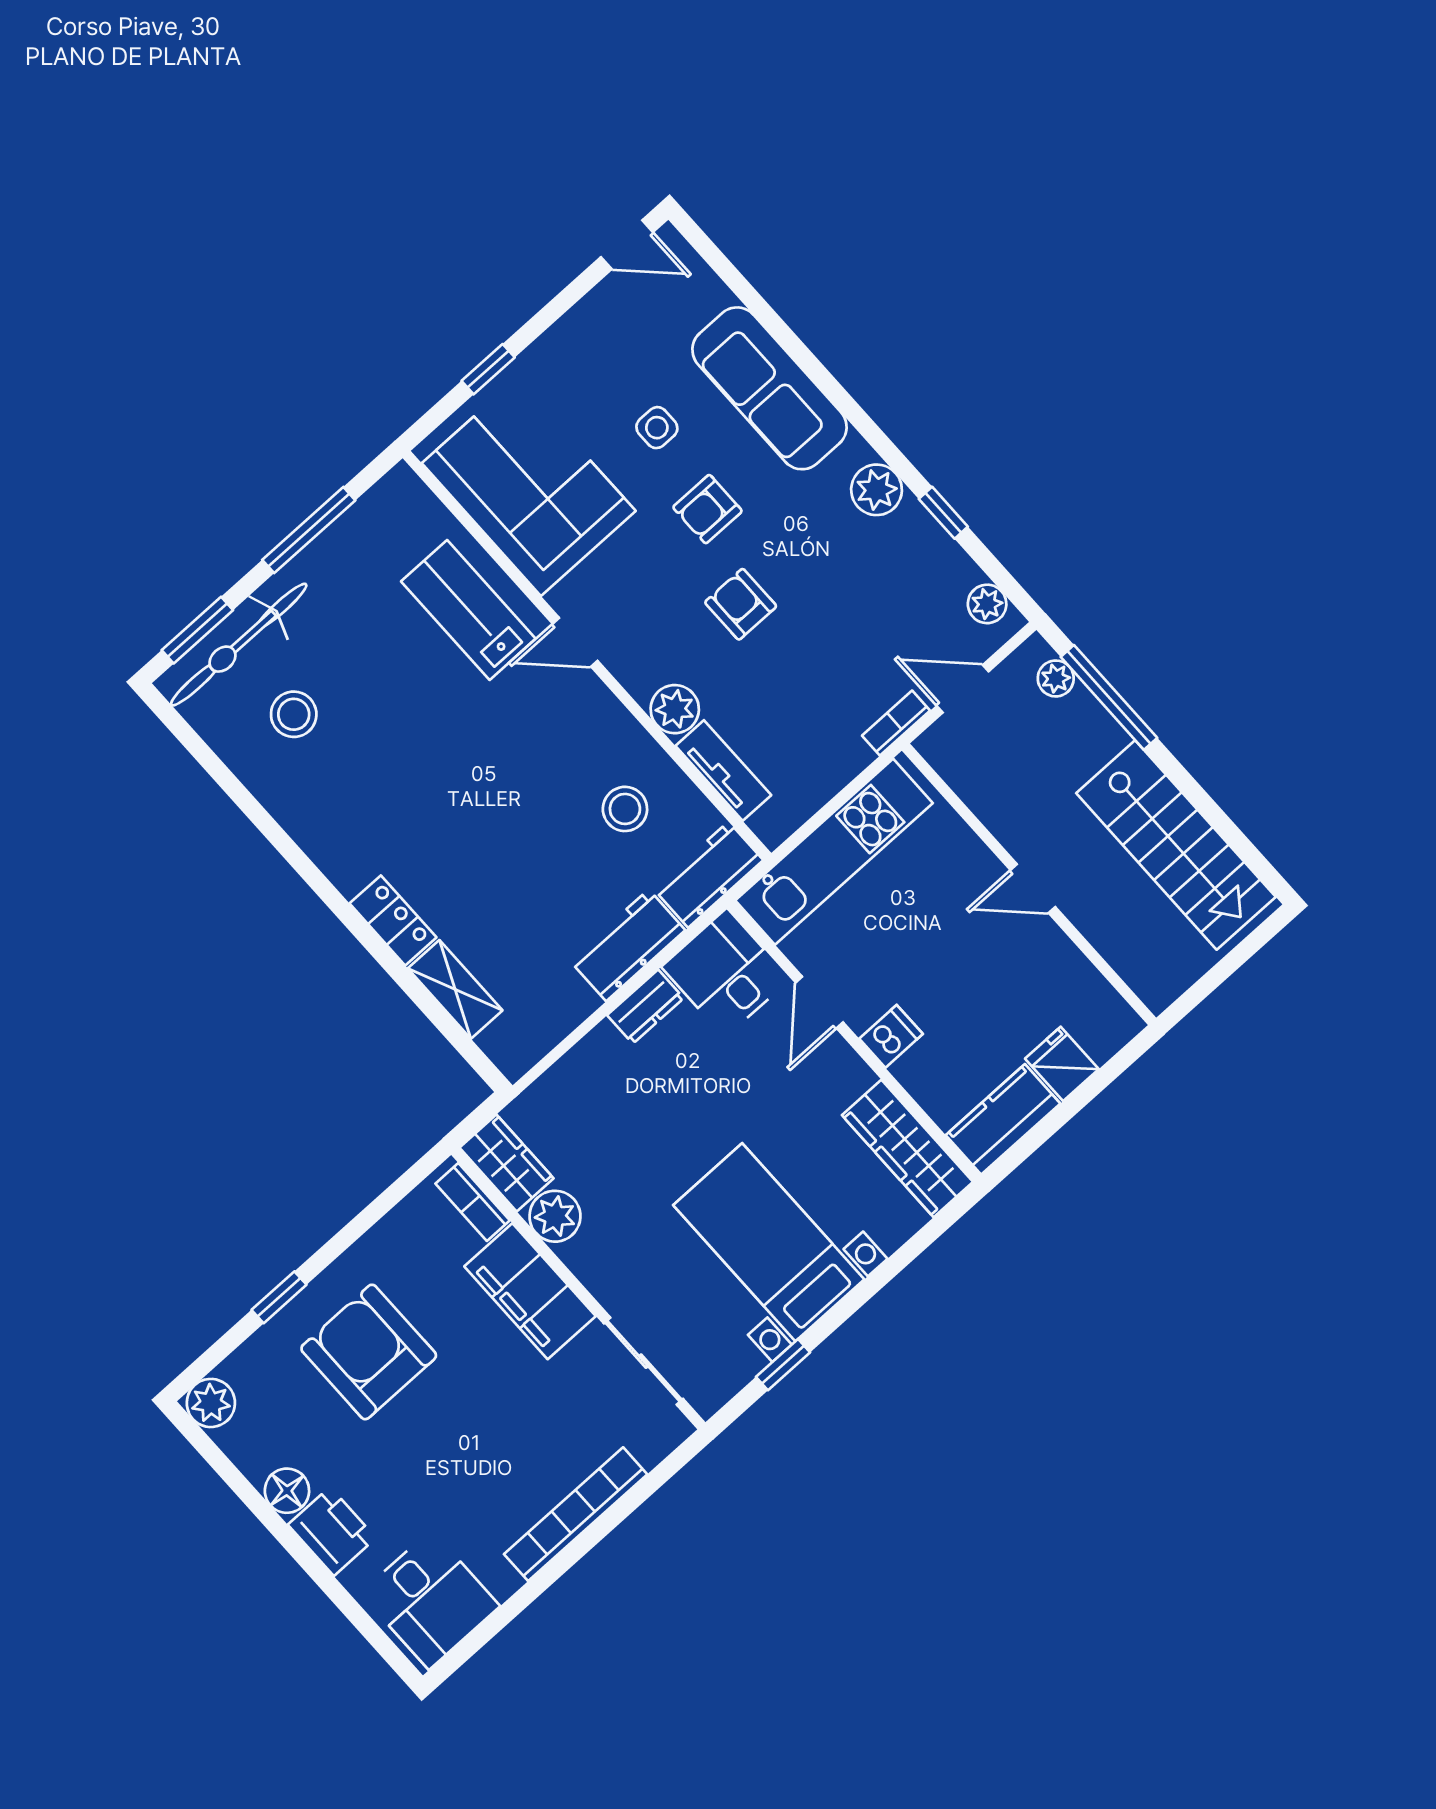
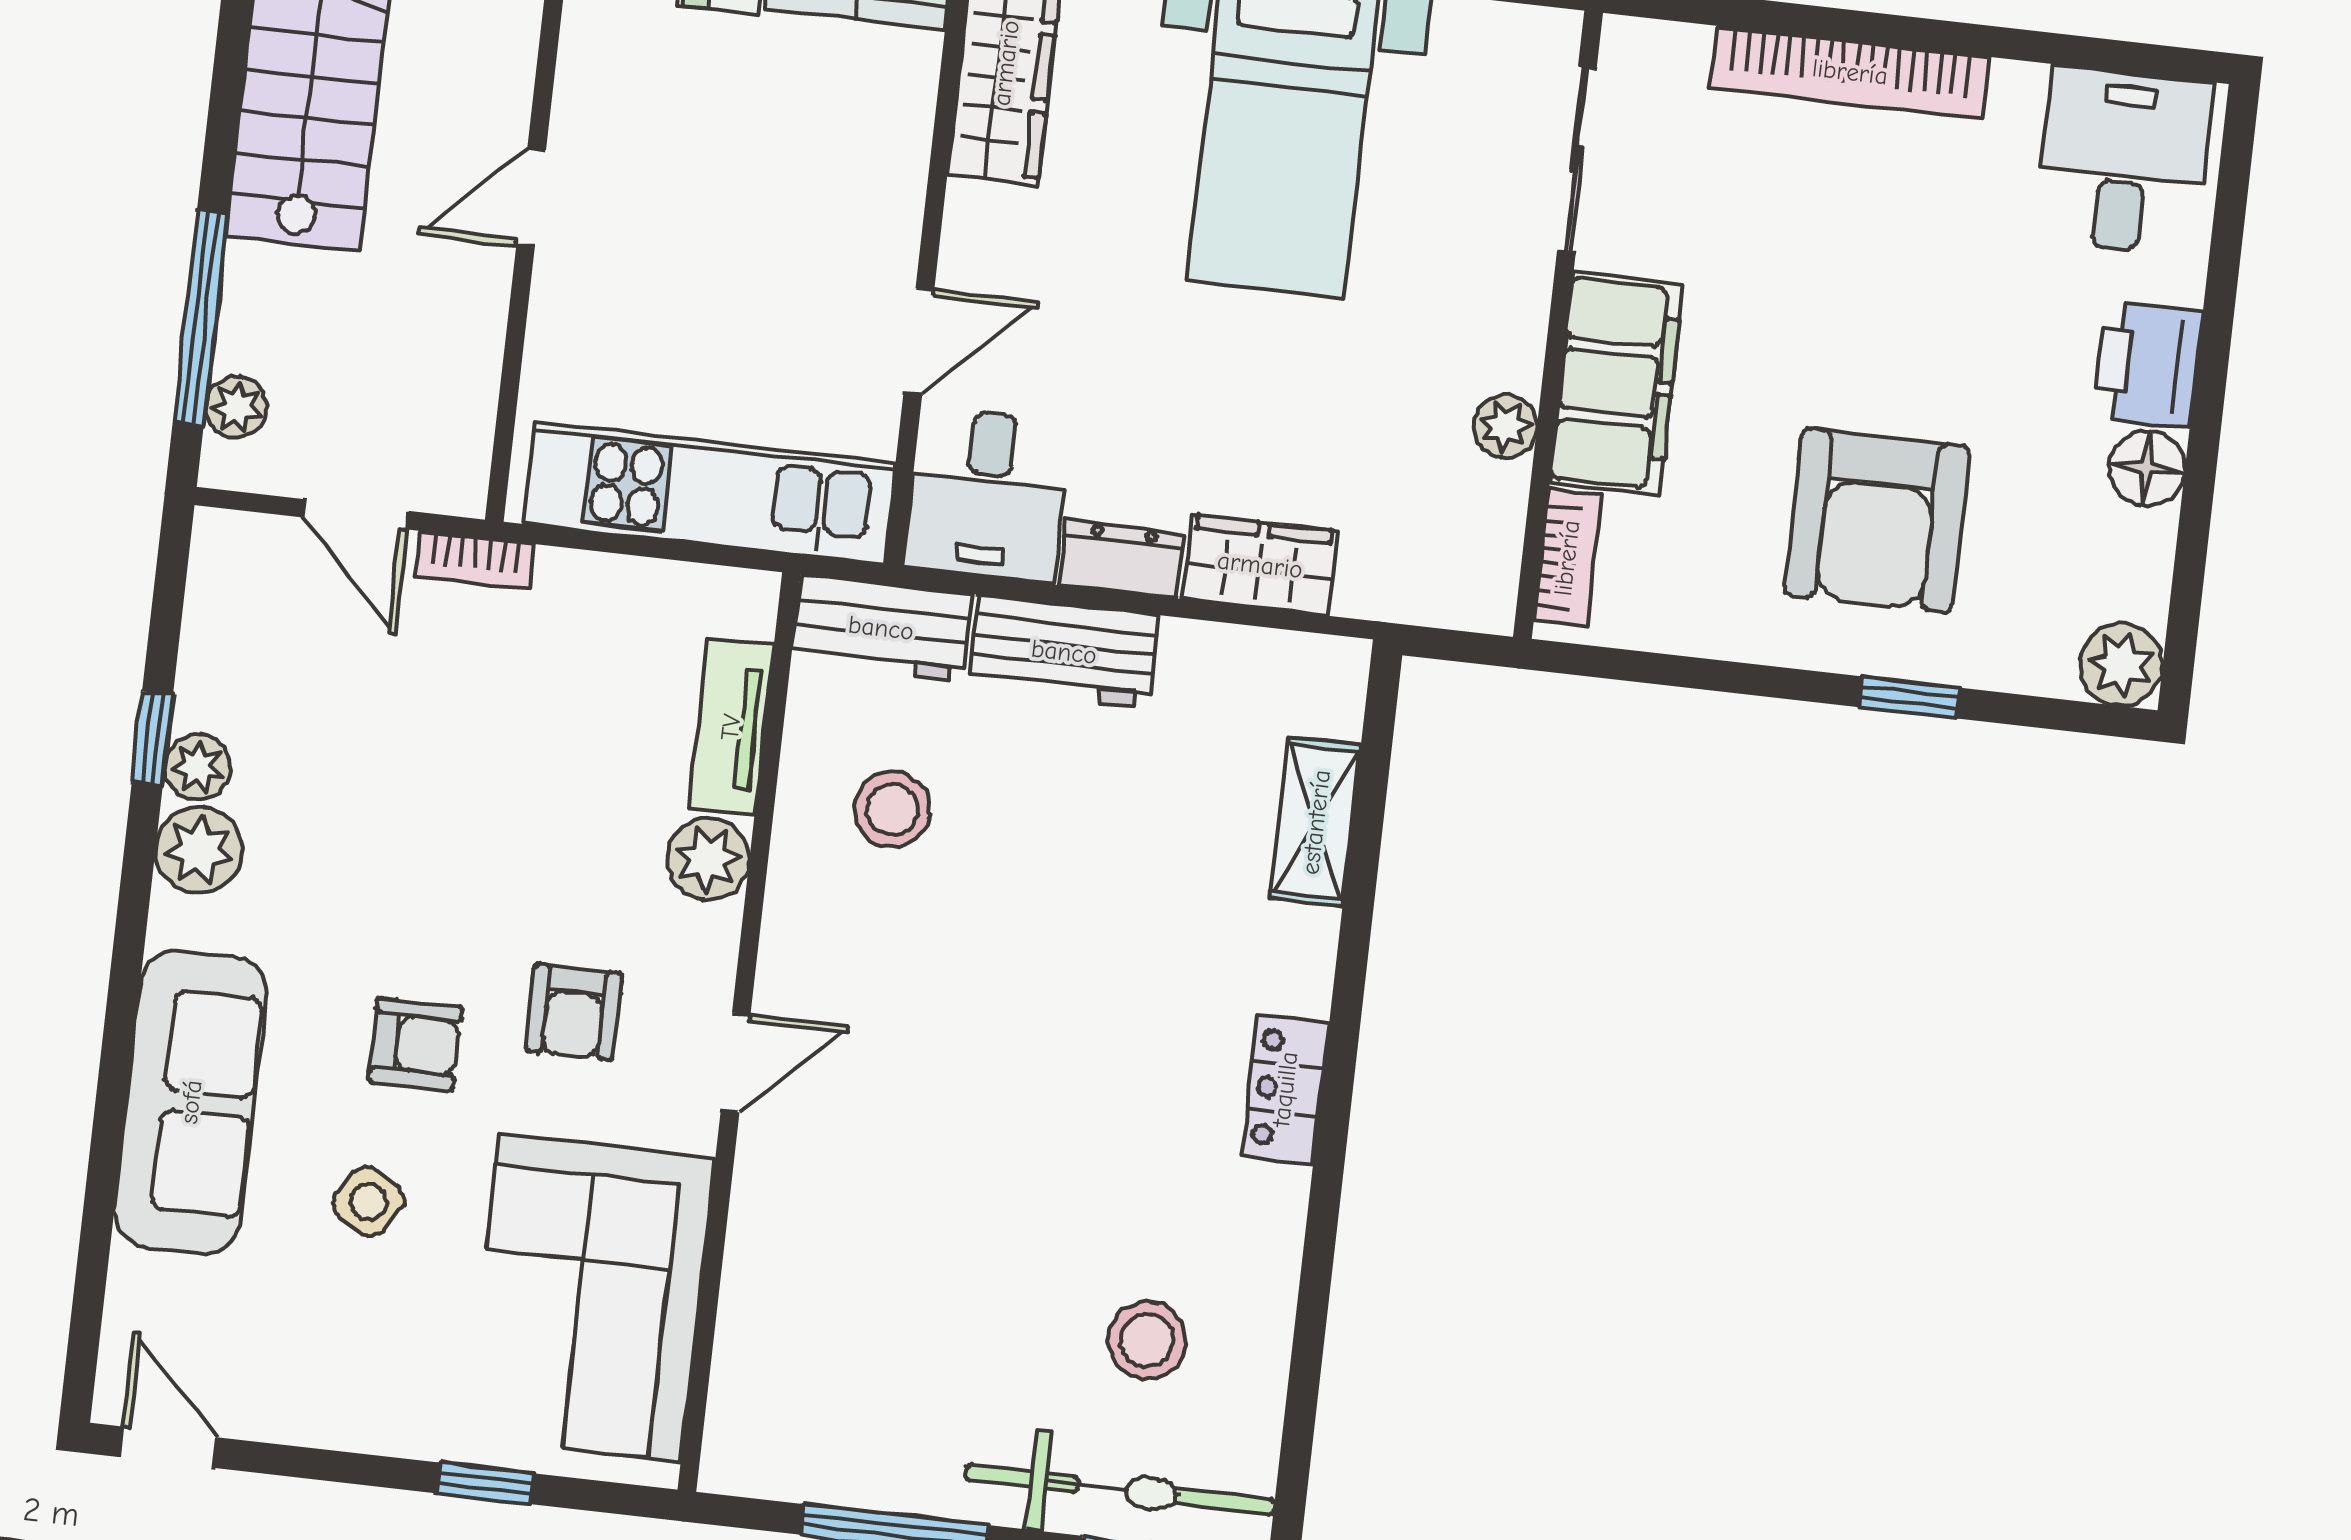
side table: (657, 428) -> (369, 1201), turned 32
armchair: (741, 604) -> (574, 1012), moved
plant: (987, 604) -> (198, 767), moved
lab bench: (468, 610) -> (816, 1235), removed
door: (575, 642) -> (736, 1062), hinge flipped
door: (1033, 888) -> (531, 198), swing flipped
locker: (393, 920) -> (1285, 1089), moved
dishwasher: (891, 1036) -> (881, 211), removed
wardrobe: (506, 1163) -> (1260, 565), moved, turned 90
plant: (555, 1216) -> (1505, 426), width x0.73, depth x0.73

